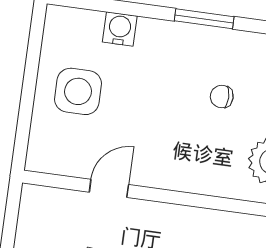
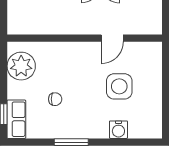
side table: (78, 91) -> (119, 86), moved

